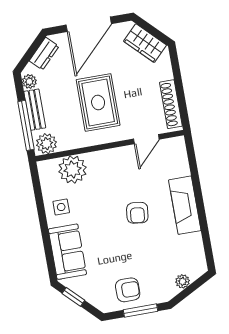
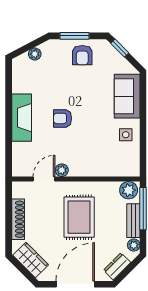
shoe rack: (171, 104) -> (18, 219), moved
plant: (72, 170) -> (62, 170), moved, width x0.53, depth x0.53
armchair: (137, 213) -> (63, 118), turned -97
armchair: (128, 290) -> (82, 55), turned -90
window: (73, 297) -> (120, 48), moved

